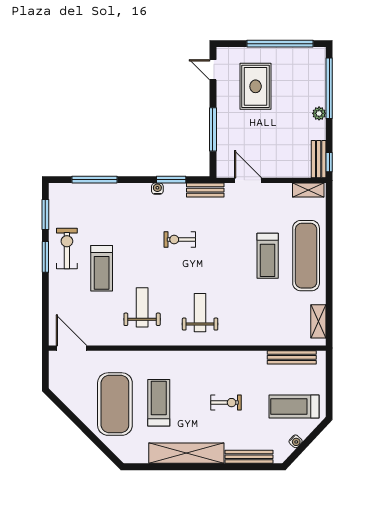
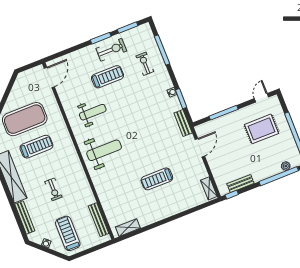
plant: (319, 113) -> (286, 166), moved
bench: (319, 159) -> (240, 184), moved
exercise bike: (180, 239) -> (145, 64), moved
exercise mat: (306, 256) -> (167, 203), removed
treadmill: (102, 268) -> (108, 77), turned 180
weight bench: (200, 313) -> (104, 150), width x1.36, depth x1.33

